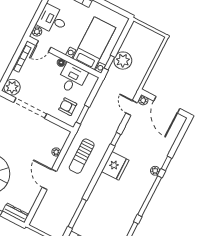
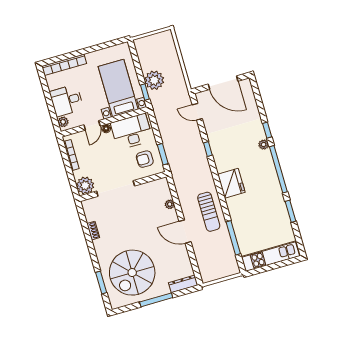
door: (43, 46) -> (92, 125), moved
desk: (72, 78) -> (132, 132), width x1.37
plant: (143, 100) -> (201, 97), removed
sun lounger: (82, 156) -> (209, 212), moved
fridge: (115, 166) -> (231, 183), moved

